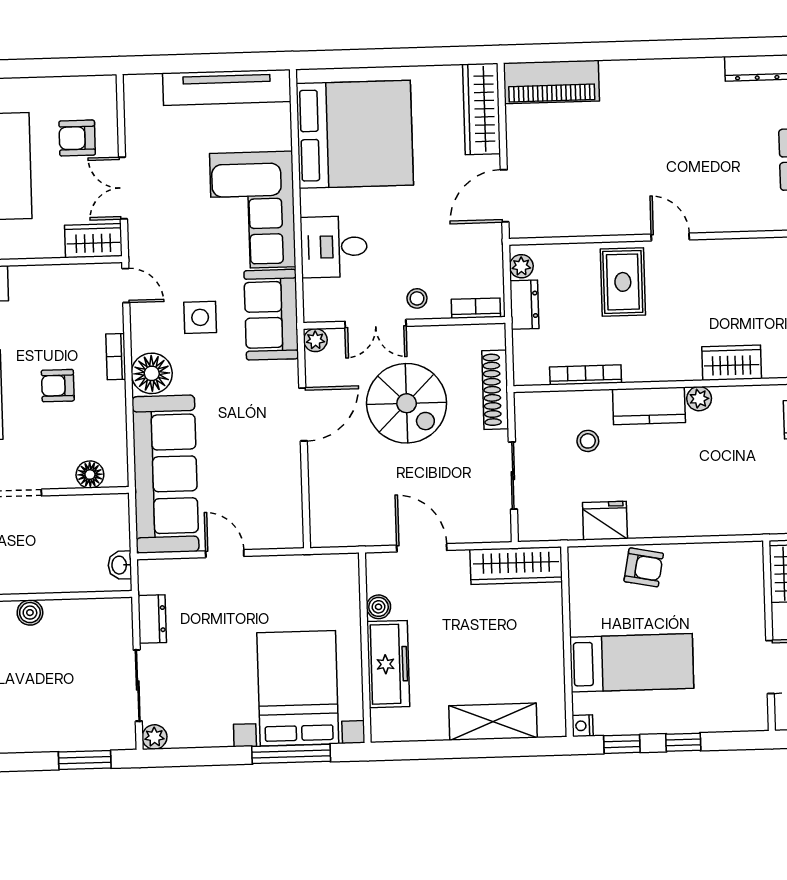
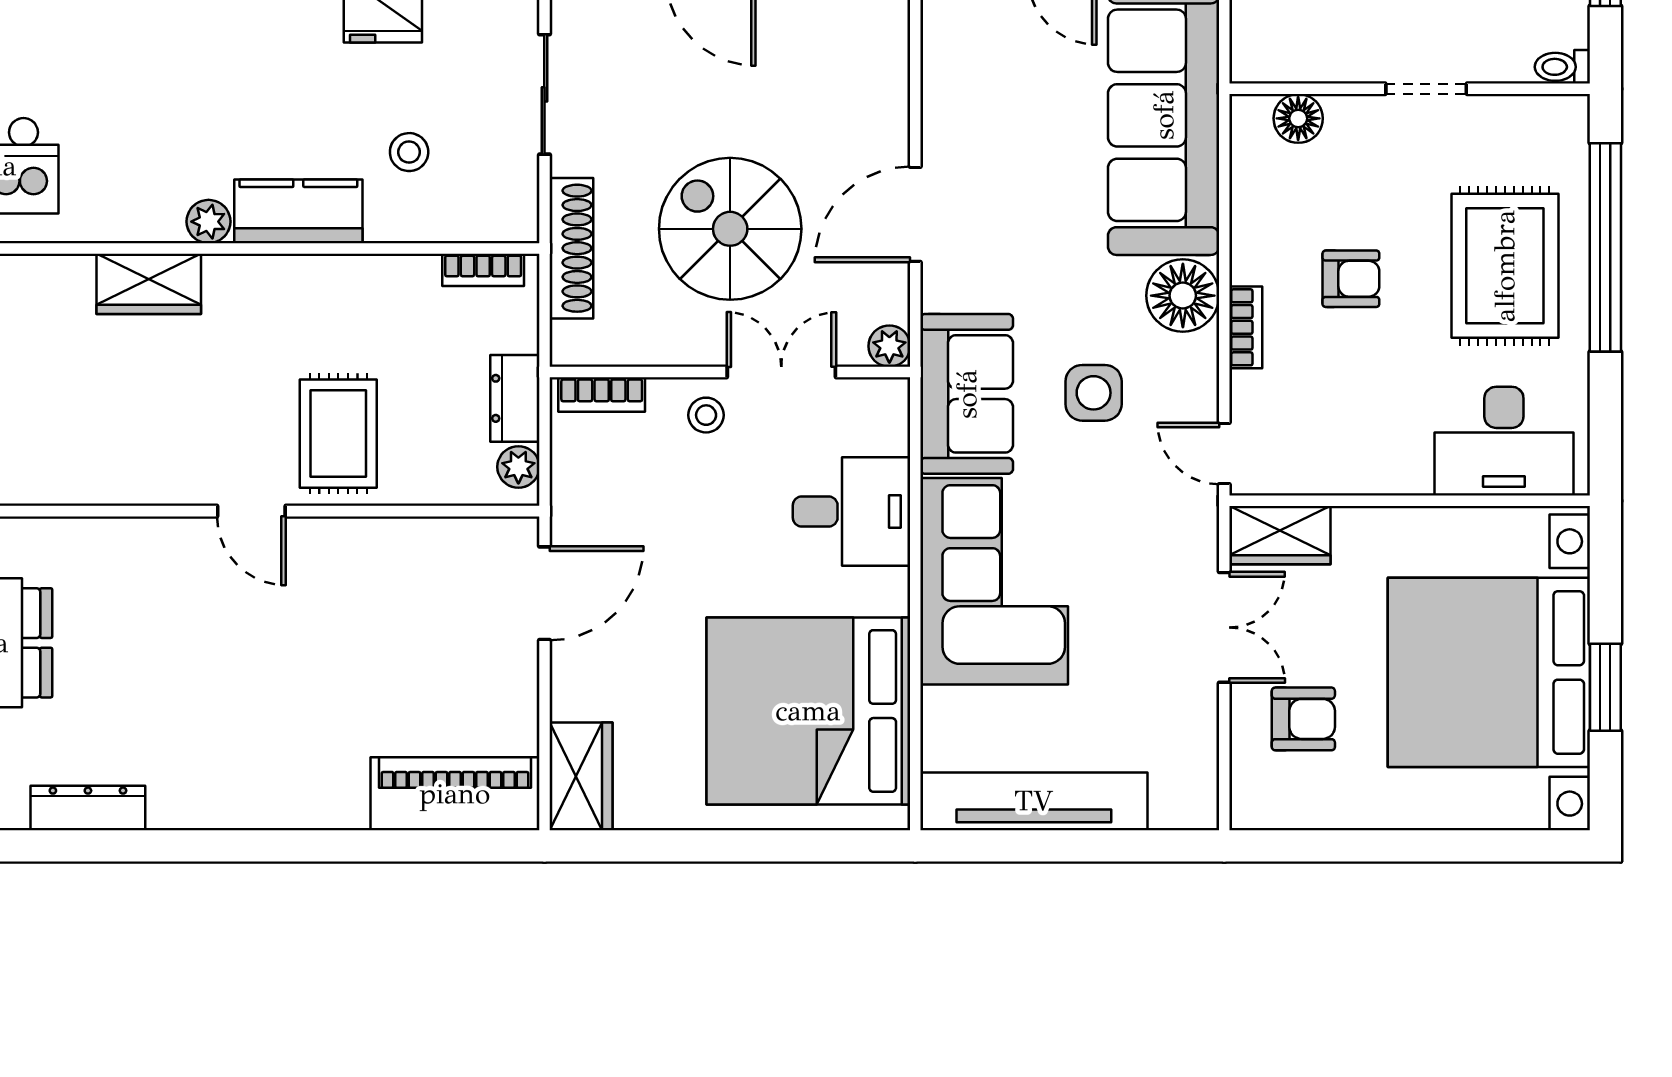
wardrobe: (482, 109) -> (581, 776), width x0.67
bookcase: (586, 375) -> (483, 270), moved, width x0.64

